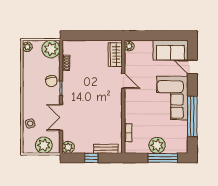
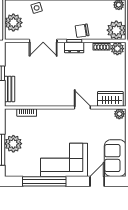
door: (123, 81) -> (82, 107), swing flipped
dresser: (67, 88) -> (74, 47), added
double door: (61, 117) -> (43, 41), swing flipped
plant: (68, 147) -> (117, 49), moved

